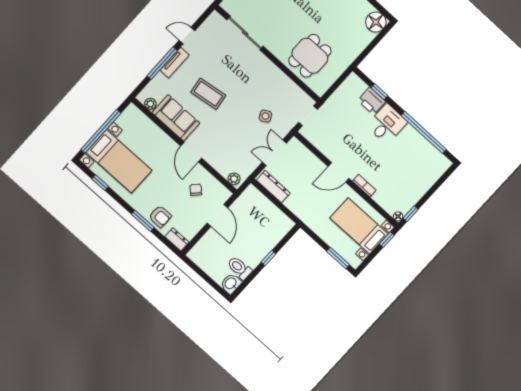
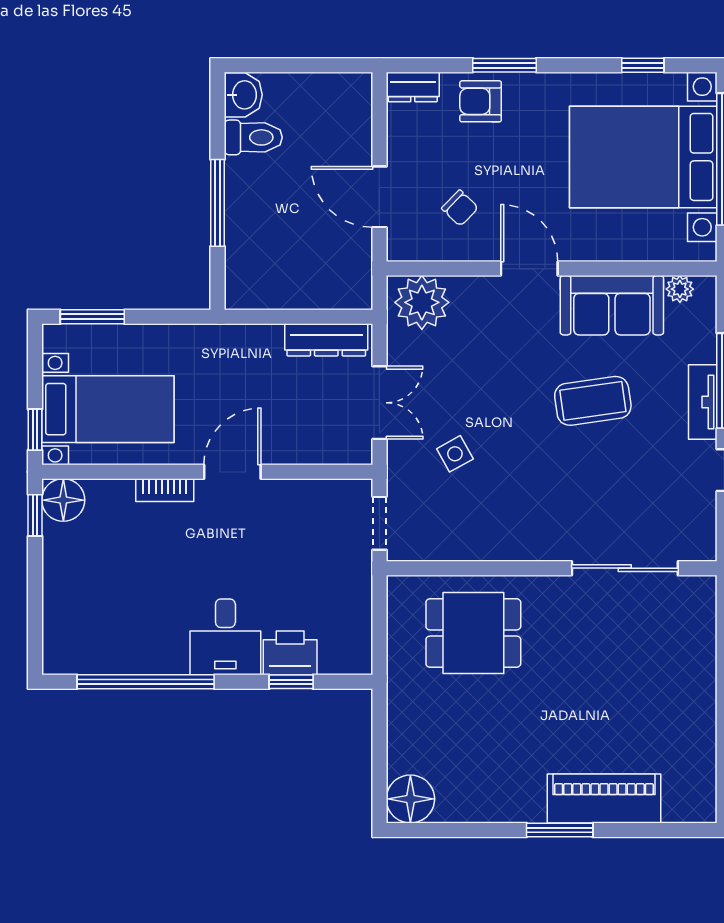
dining table: (310, 56) -> (473, 633), turned 90
bed with nightstands: (119, 161) -> (643, 157), width x1.36
plant: (234, 179) -> (422, 302), width x1.88, depth x1.88
floor lamp: (398, 216) -> (63, 500), width x1.89, depth x1.89
window: (268, 258) -> (218, 203), width x2.17

